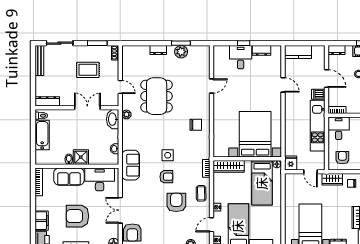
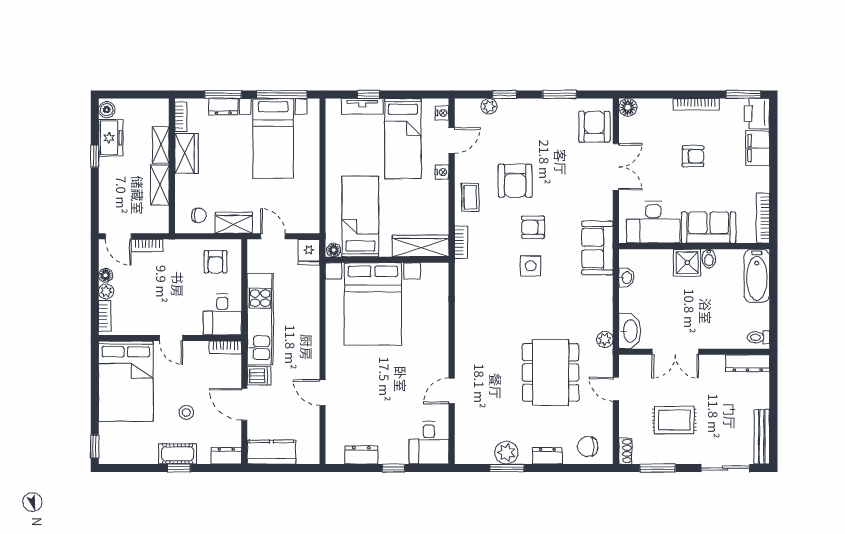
kitchen counter: (298, 52) -> (271, 452), moved
desk: (241, 57) -> (429, 443), moved
chair: (196, 125) -> (588, 446), moved
bathtub: (42, 135) -> (757, 276), moved
armchair: (78, 216) -> (693, 156), width x0.53, depth x0.53

